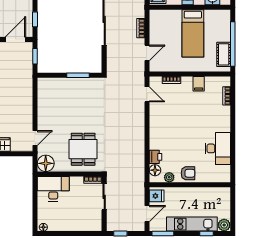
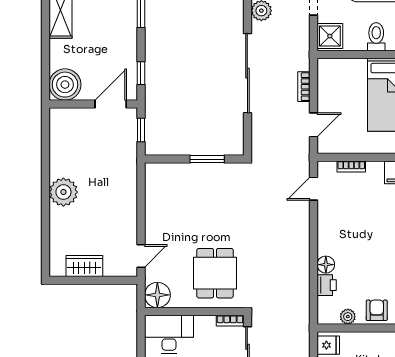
door: (147, 94) -> (314, 189), swing flipped
floor lamp: (155, 170) -> (326, 265), moved
armchair: (188, 173) -> (377, 310), turned -90

